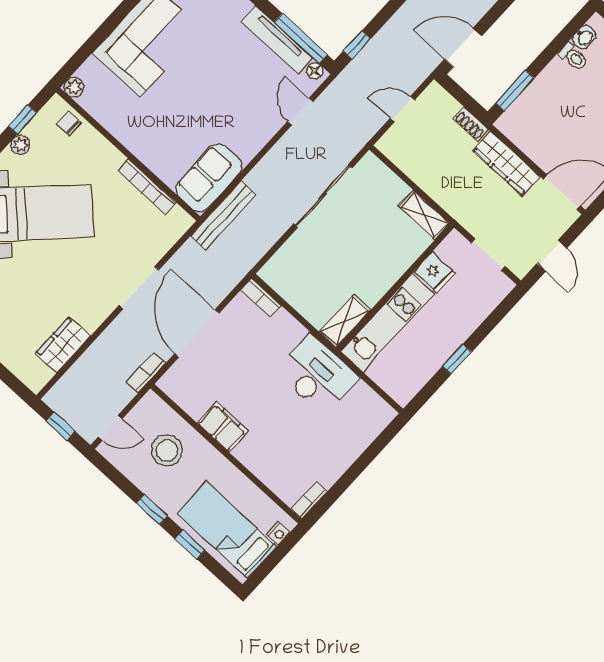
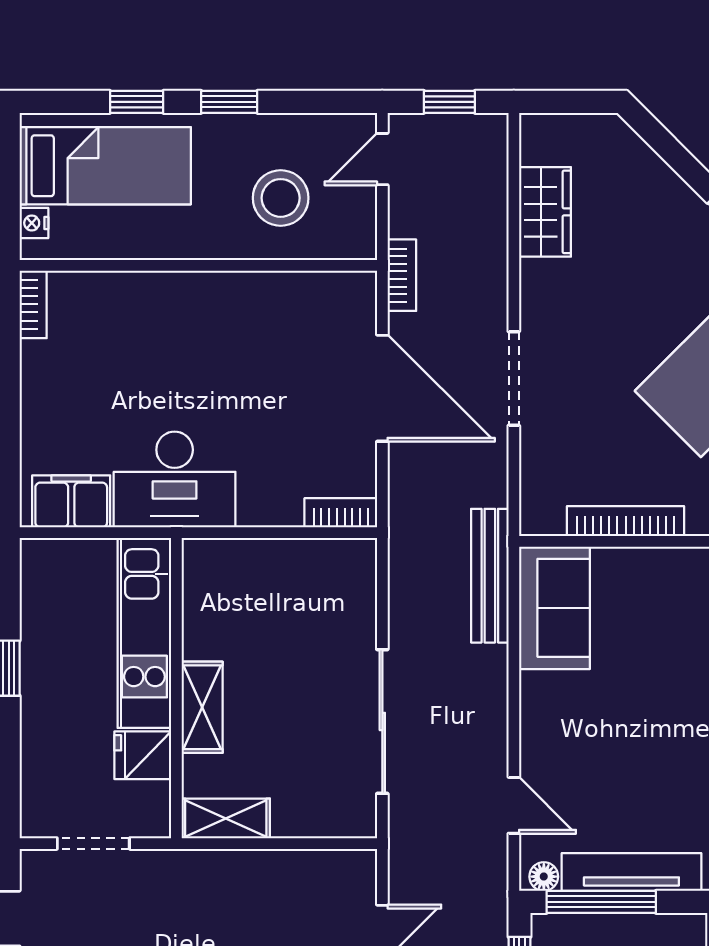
shelving: (345, 321) -> (202, 707), moved
filing cabinet: (223, 427) -> (71, 501), moved, turned 180

